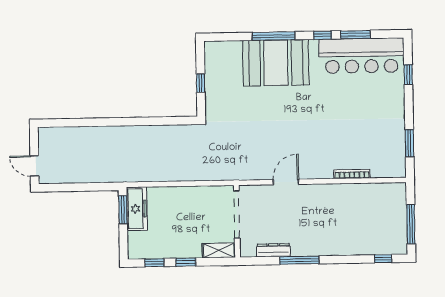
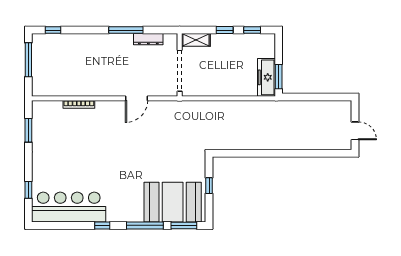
window: (355, 35) -> (184, 225), moved
booth: (276, 63) -> (173, 202), moved
door: (34, 166) -> (355, 131), moved

